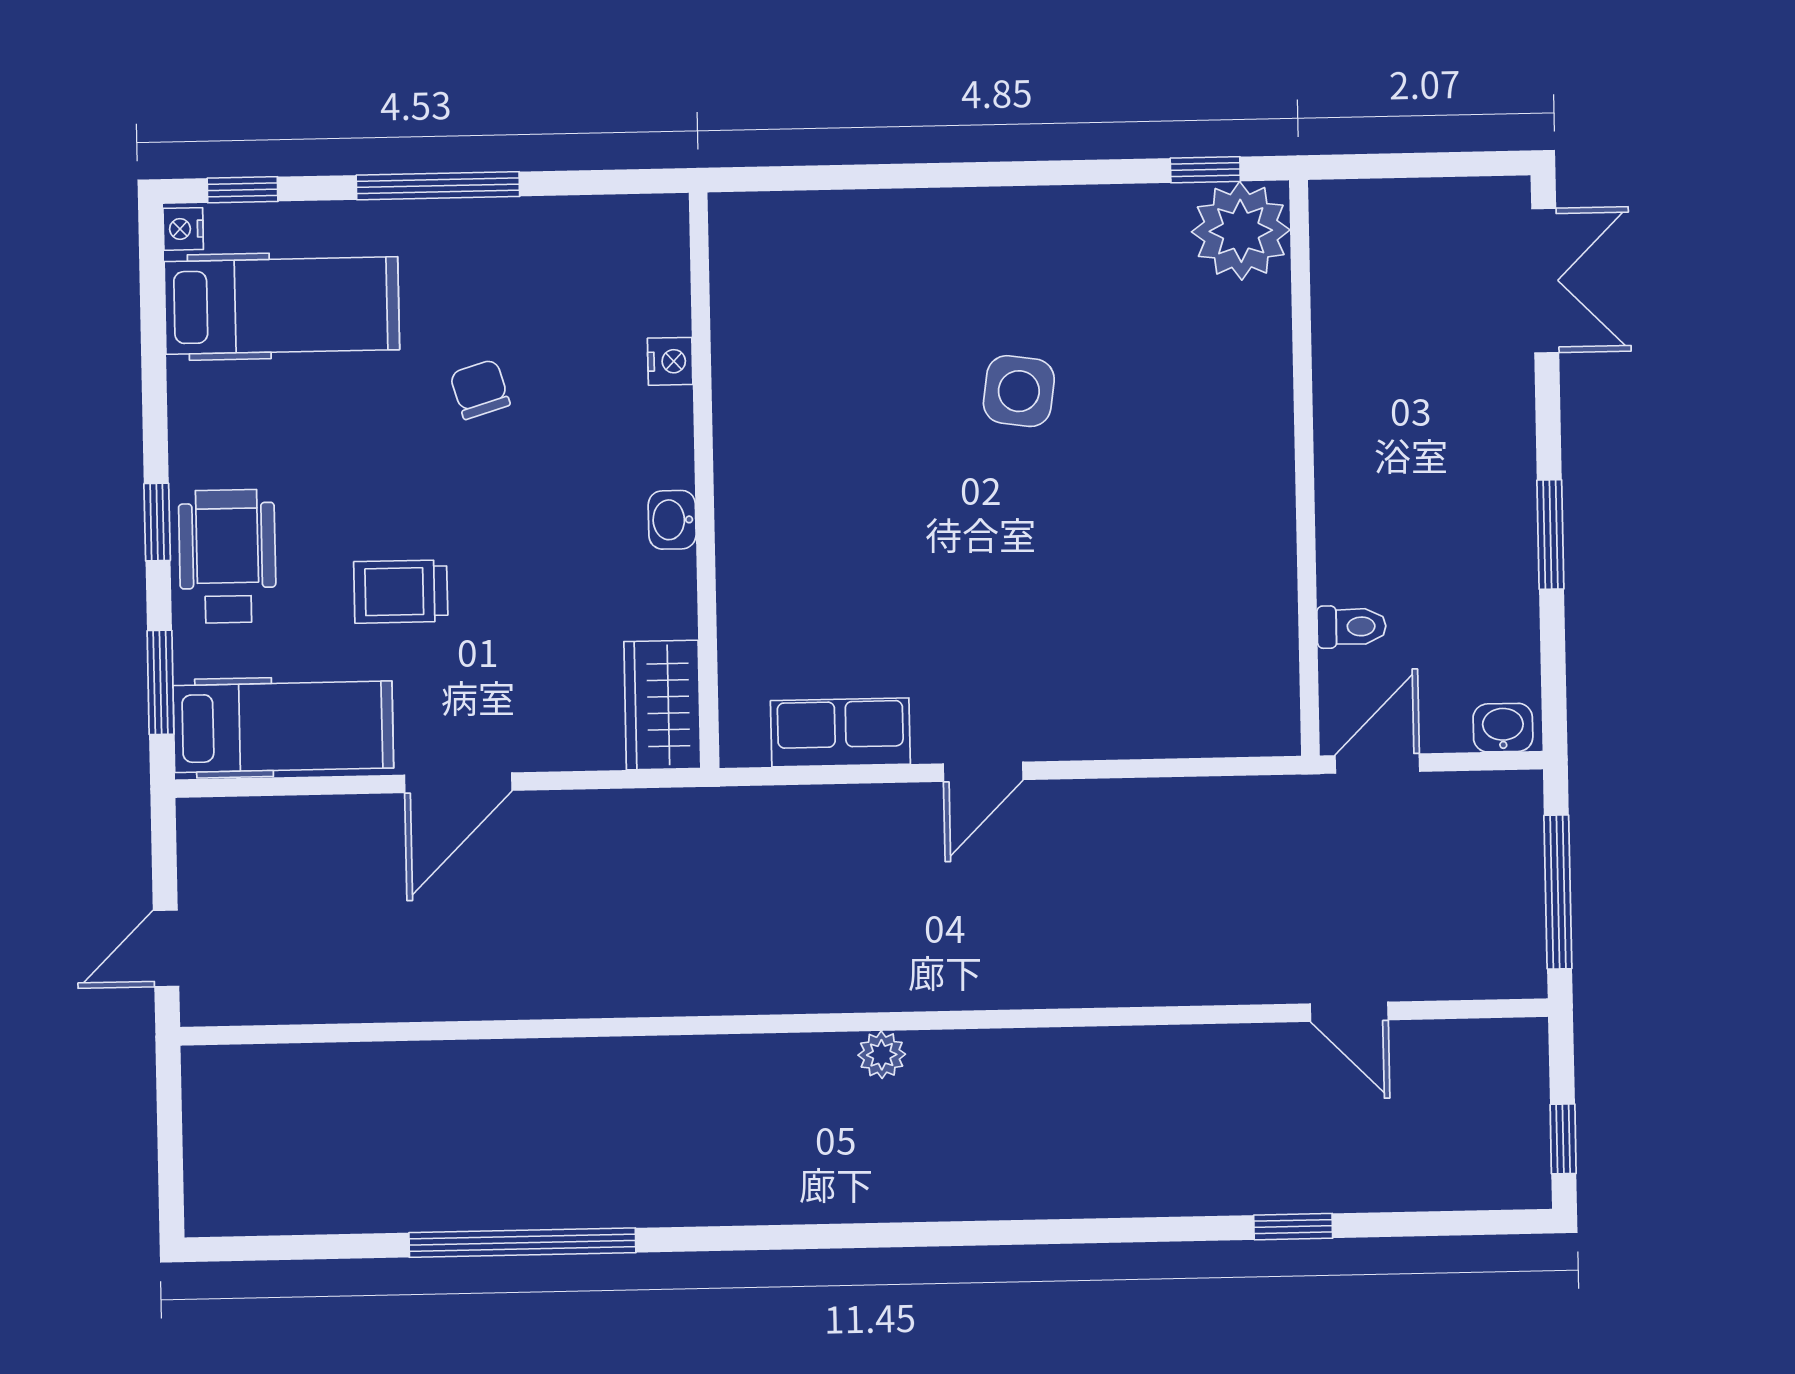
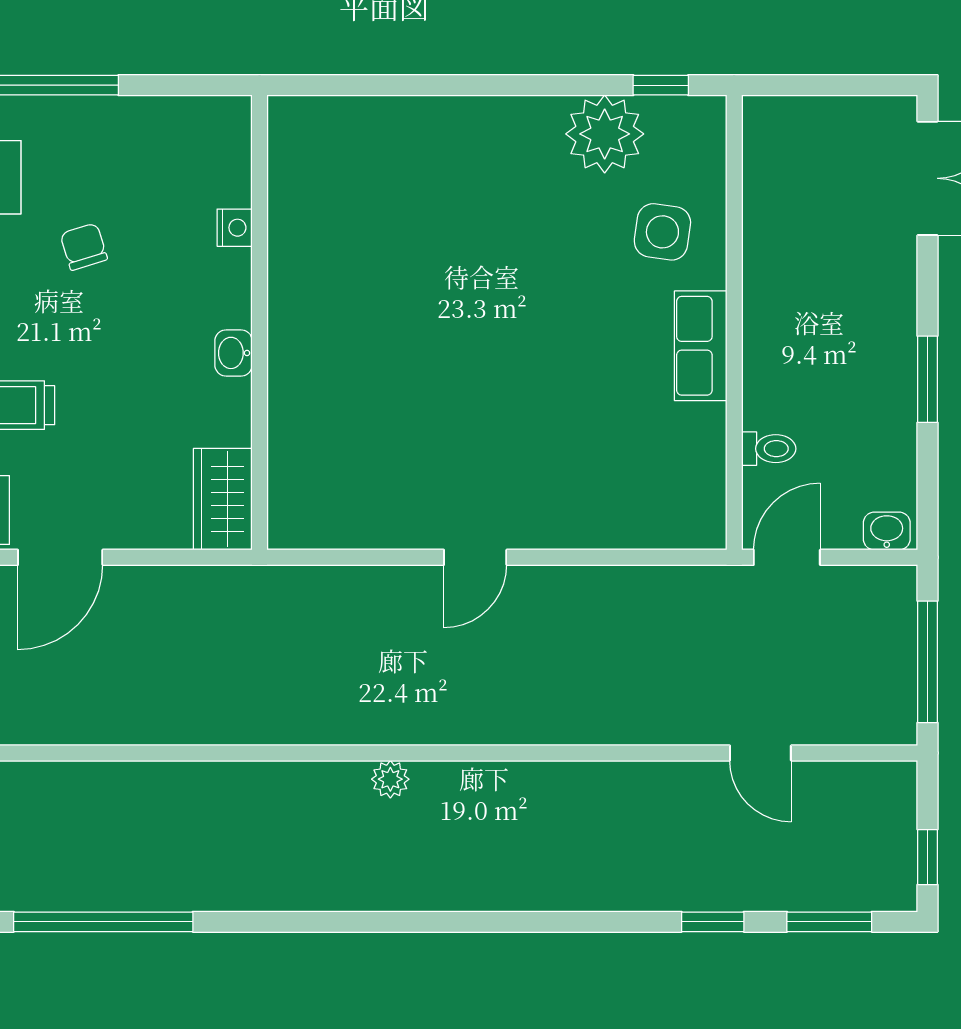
plant: (1241, 231) -> (605, 134), moved
side table: (1019, 391) -> (662, 232), moved
row of seats: (840, 732) -> (701, 346), moved, turned -90
window: (1441, 1223) -> (829, 922), added

